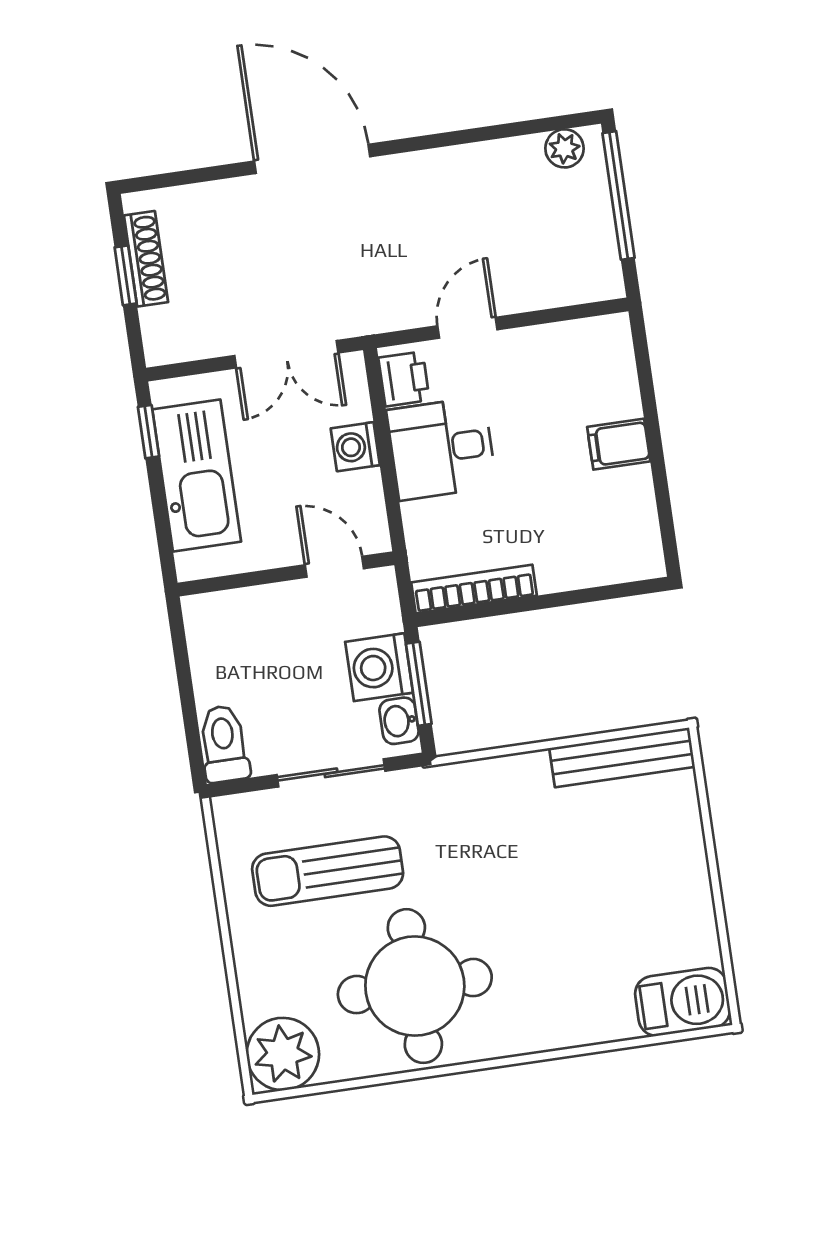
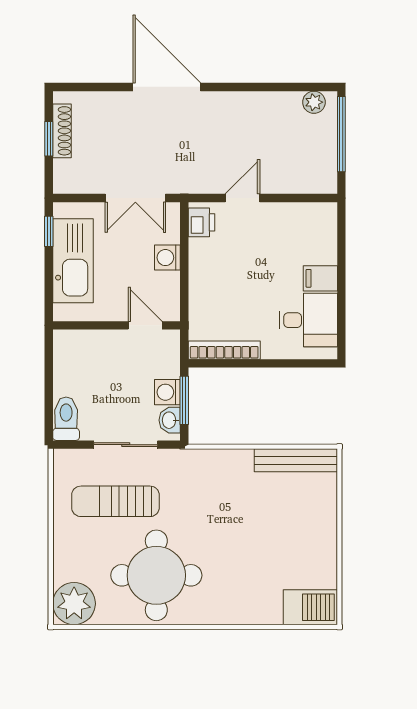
desk: (442, 448) -> (308, 320), moved, turned 180
washing machine: (379, 667) -> (167, 392), width x0.73, depth x0.73

